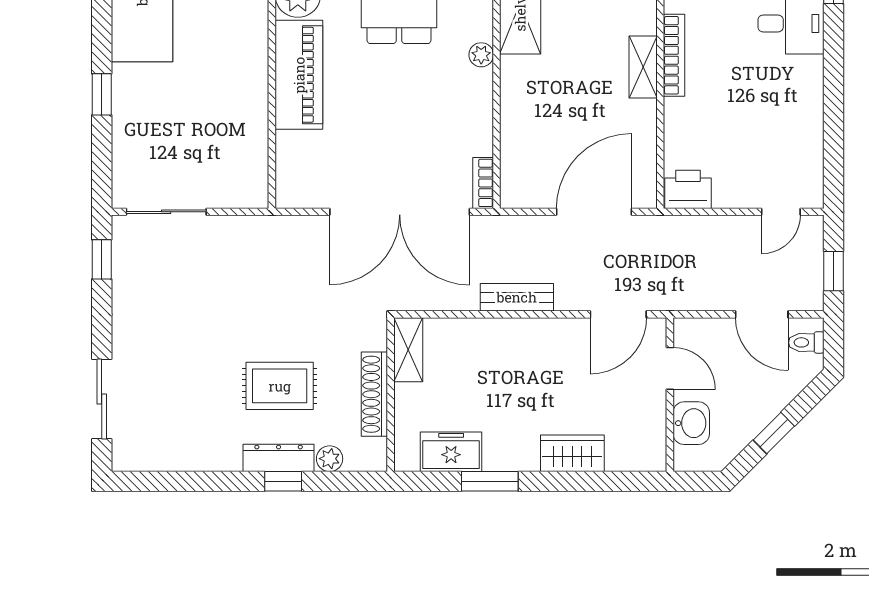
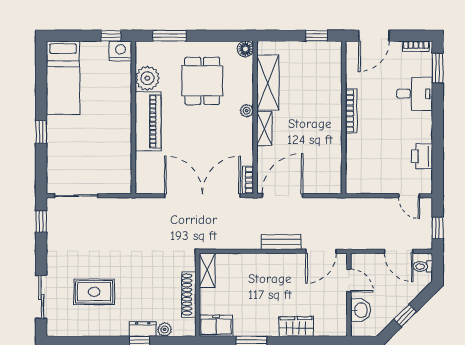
shelving: (643, 67) -> (264, 129), moved
printer: (688, 189) -> (422, 156), moved, turned -90
double door: (400, 212) -> (203, 196), swing flipped
door: (594, 212) -> (282, 196), moved
door: (781, 212) -> (409, 196), hinge flipped
bench: (517, 297) -> (281, 242), moved
rug: (280, 386) -> (94, 292), moved
freezer: (451, 452) -> (216, 326), moved
dresser: (279, 458) -> (143, 329), width x0.70

